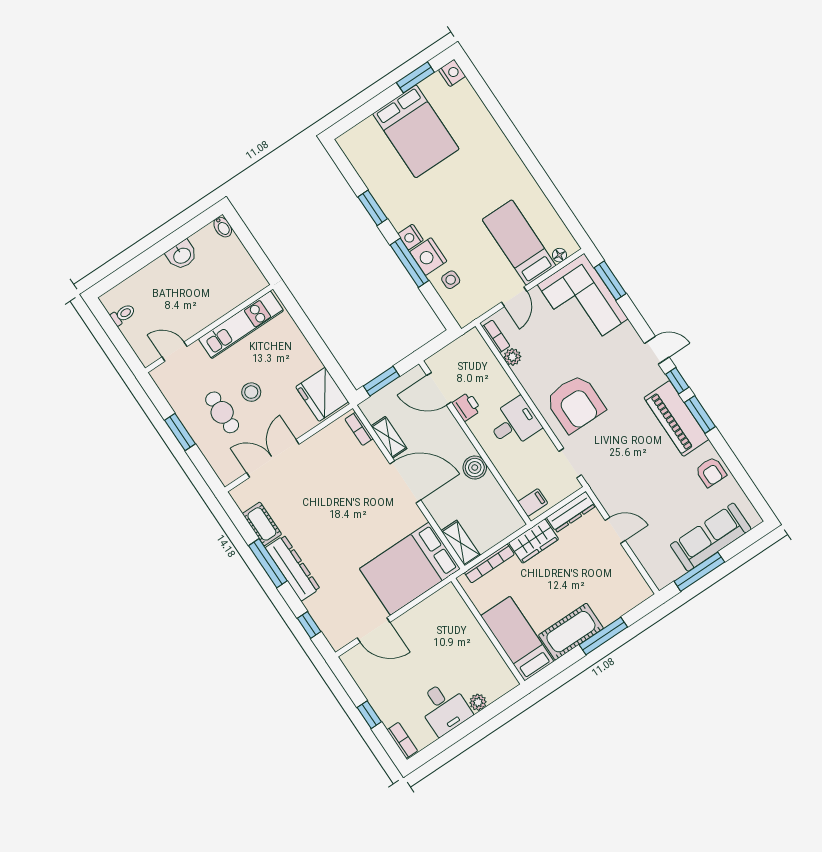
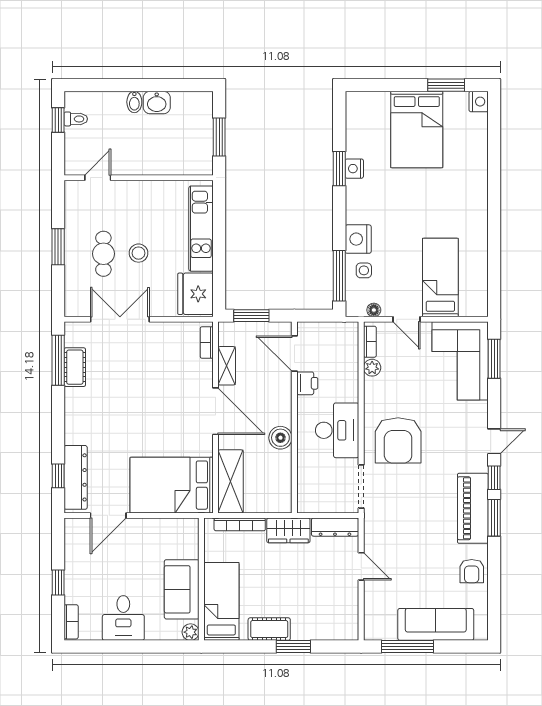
bidet: (223, 227) -> (134, 102), moved
nightstand: (411, 237) -> (354, 169), moved
window: (254, 249) -> (219, 137), added
floor lamp: (559, 255) -> (374, 310), moved
window: (409, 263) -> (339, 276), moved
door: (514, 297) -> (407, 319), hinge flipped
window: (109, 325) -> (58, 120), added
kitchen unit: (241, 325) -> (201, 229), moved, turned 90
door: (657, 350) -> (494, 441), hinge flipped
door: (175, 352) -> (98, 178), hinge flipped
desk: (514, 423) -> (337, 430), width x1.37
doorway: (570, 463) -> (361, 487), width x1.38
filing cabinet: (533, 502) -> (309, 498), removed
shelving: (461, 543) -> (231, 481), width x1.50, depth x1.33
window: (268, 563) -> (58, 360), moved
dresser: (293, 568) -> (76, 477), moved
door: (373, 630) -> (108, 515), hinge flipped
cot: (571, 632) -> (269, 629), width x0.73, depth x0.75
window: (603, 636) -> (293, 647), width x0.69
sofa: (477, 651) -> (182, 589), added
plant: (478, 702) -> (191, 632), moved

